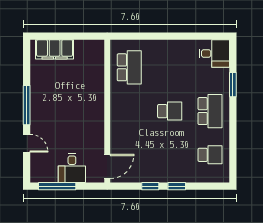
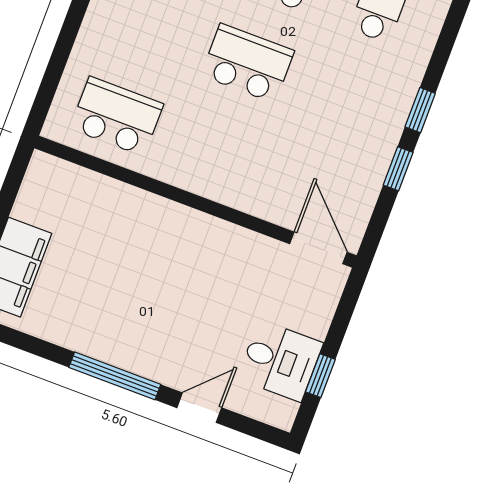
school desk: (170, 111) -> (248, 63), width x1.85
desk: (72, 168) -> (280, 361), moved
window: (57, 186) -> (320, 376), width x0.46

